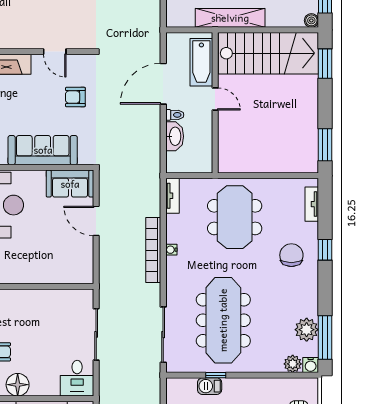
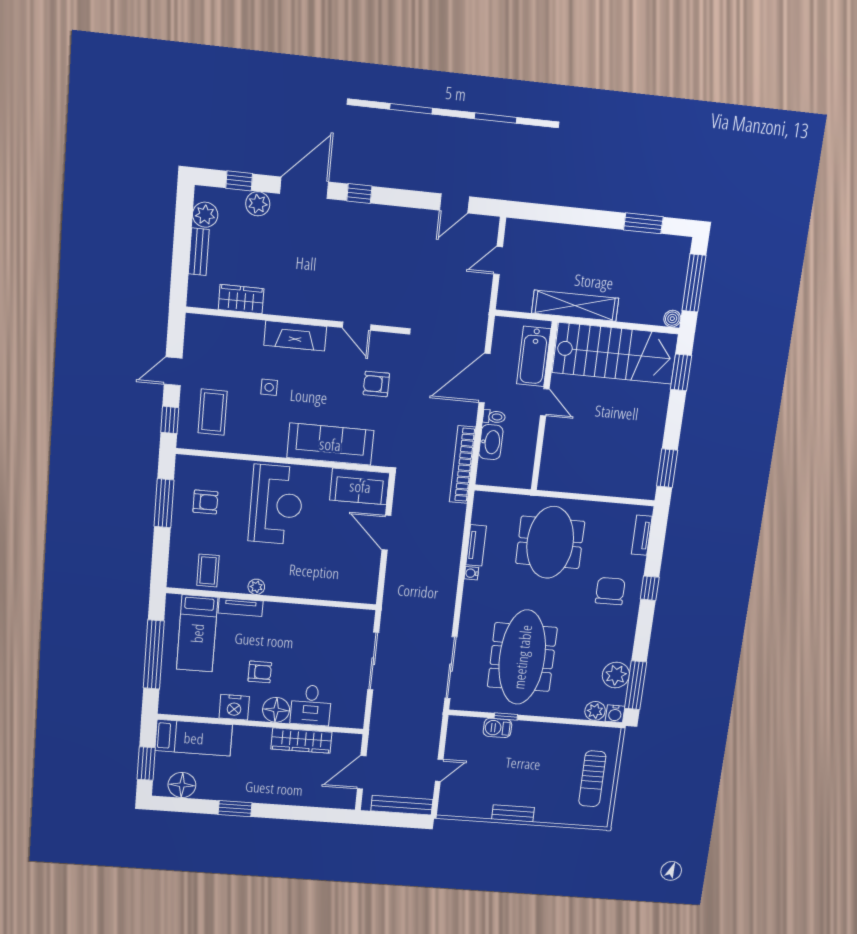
tv unit: (172, 196) -> (476, 545), moved
bookcase: (153, 250) -> (463, 465), moved
desk: (77, 378) -> (311, 705), moved

